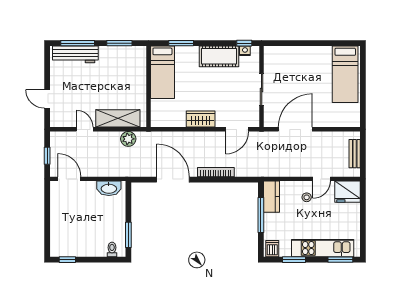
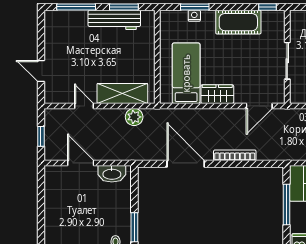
nightstand: (245, 51) -> (194, 16), moved
workbench: (75, 54) -> (114, 20), moved
bed: (162, 72) -> (186, 73), moved, turned 180
door: (69, 179) -> (81, 163), moved

